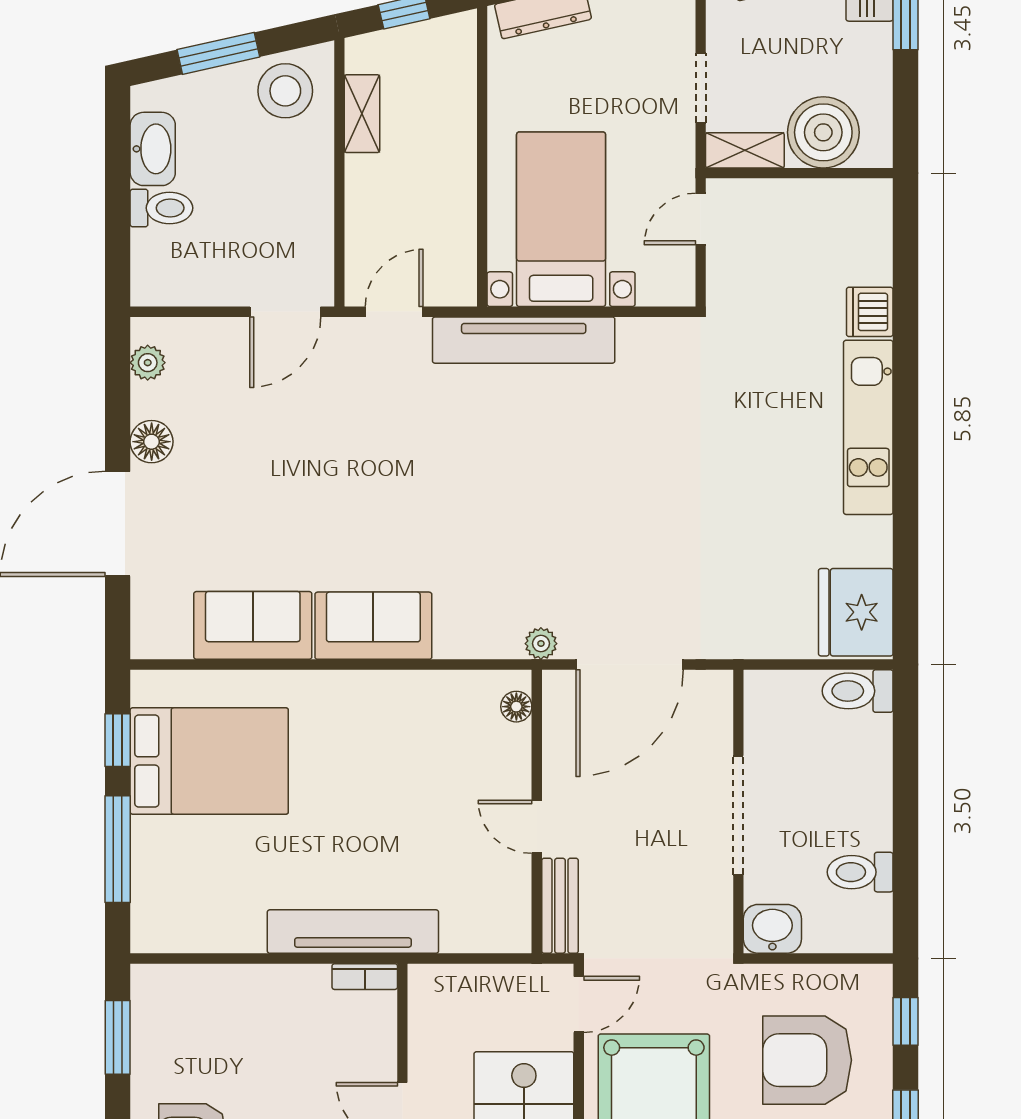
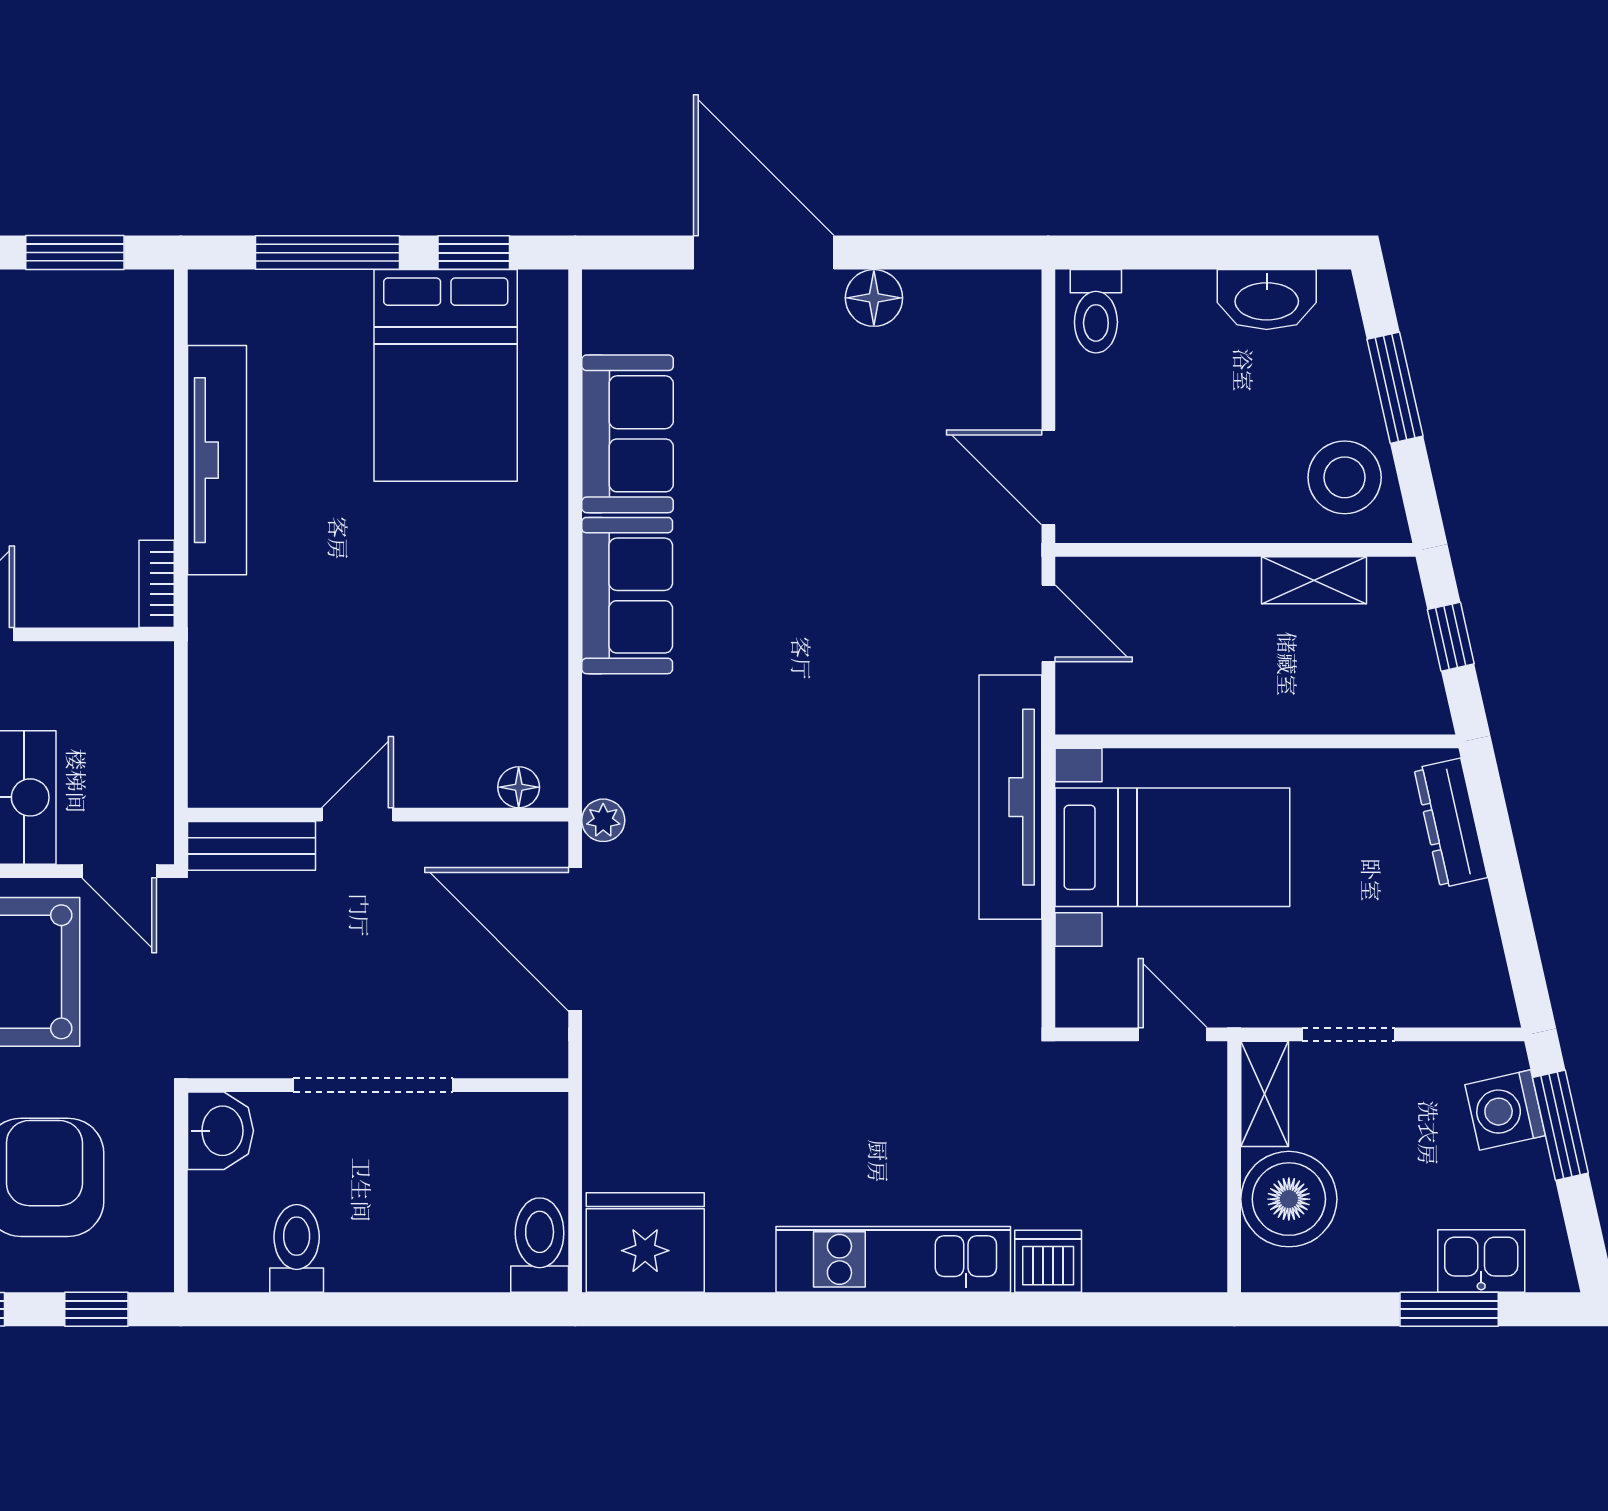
toilet: (161, 208) -> (1096, 311), moved
plant: (148, 363) -> (980, 293), removed
tv unit: (353, 932) -> (217, 460), moved

